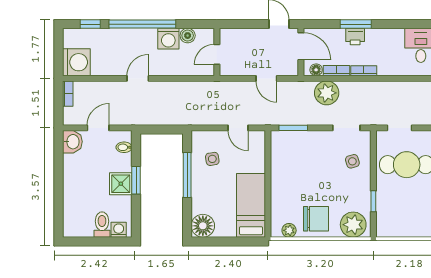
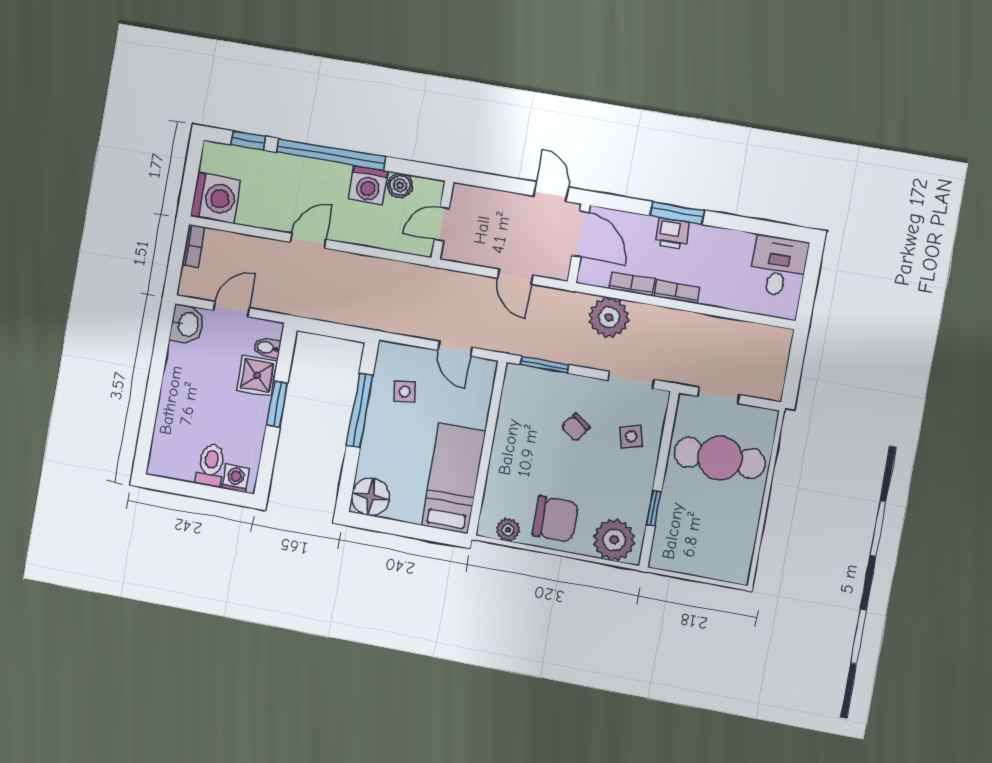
floor lamp: (316, 70) -> (598, 277), removed
chair: (318, 162) -> (576, 427), added
shower: (121, 184) -> (257, 375), moved

